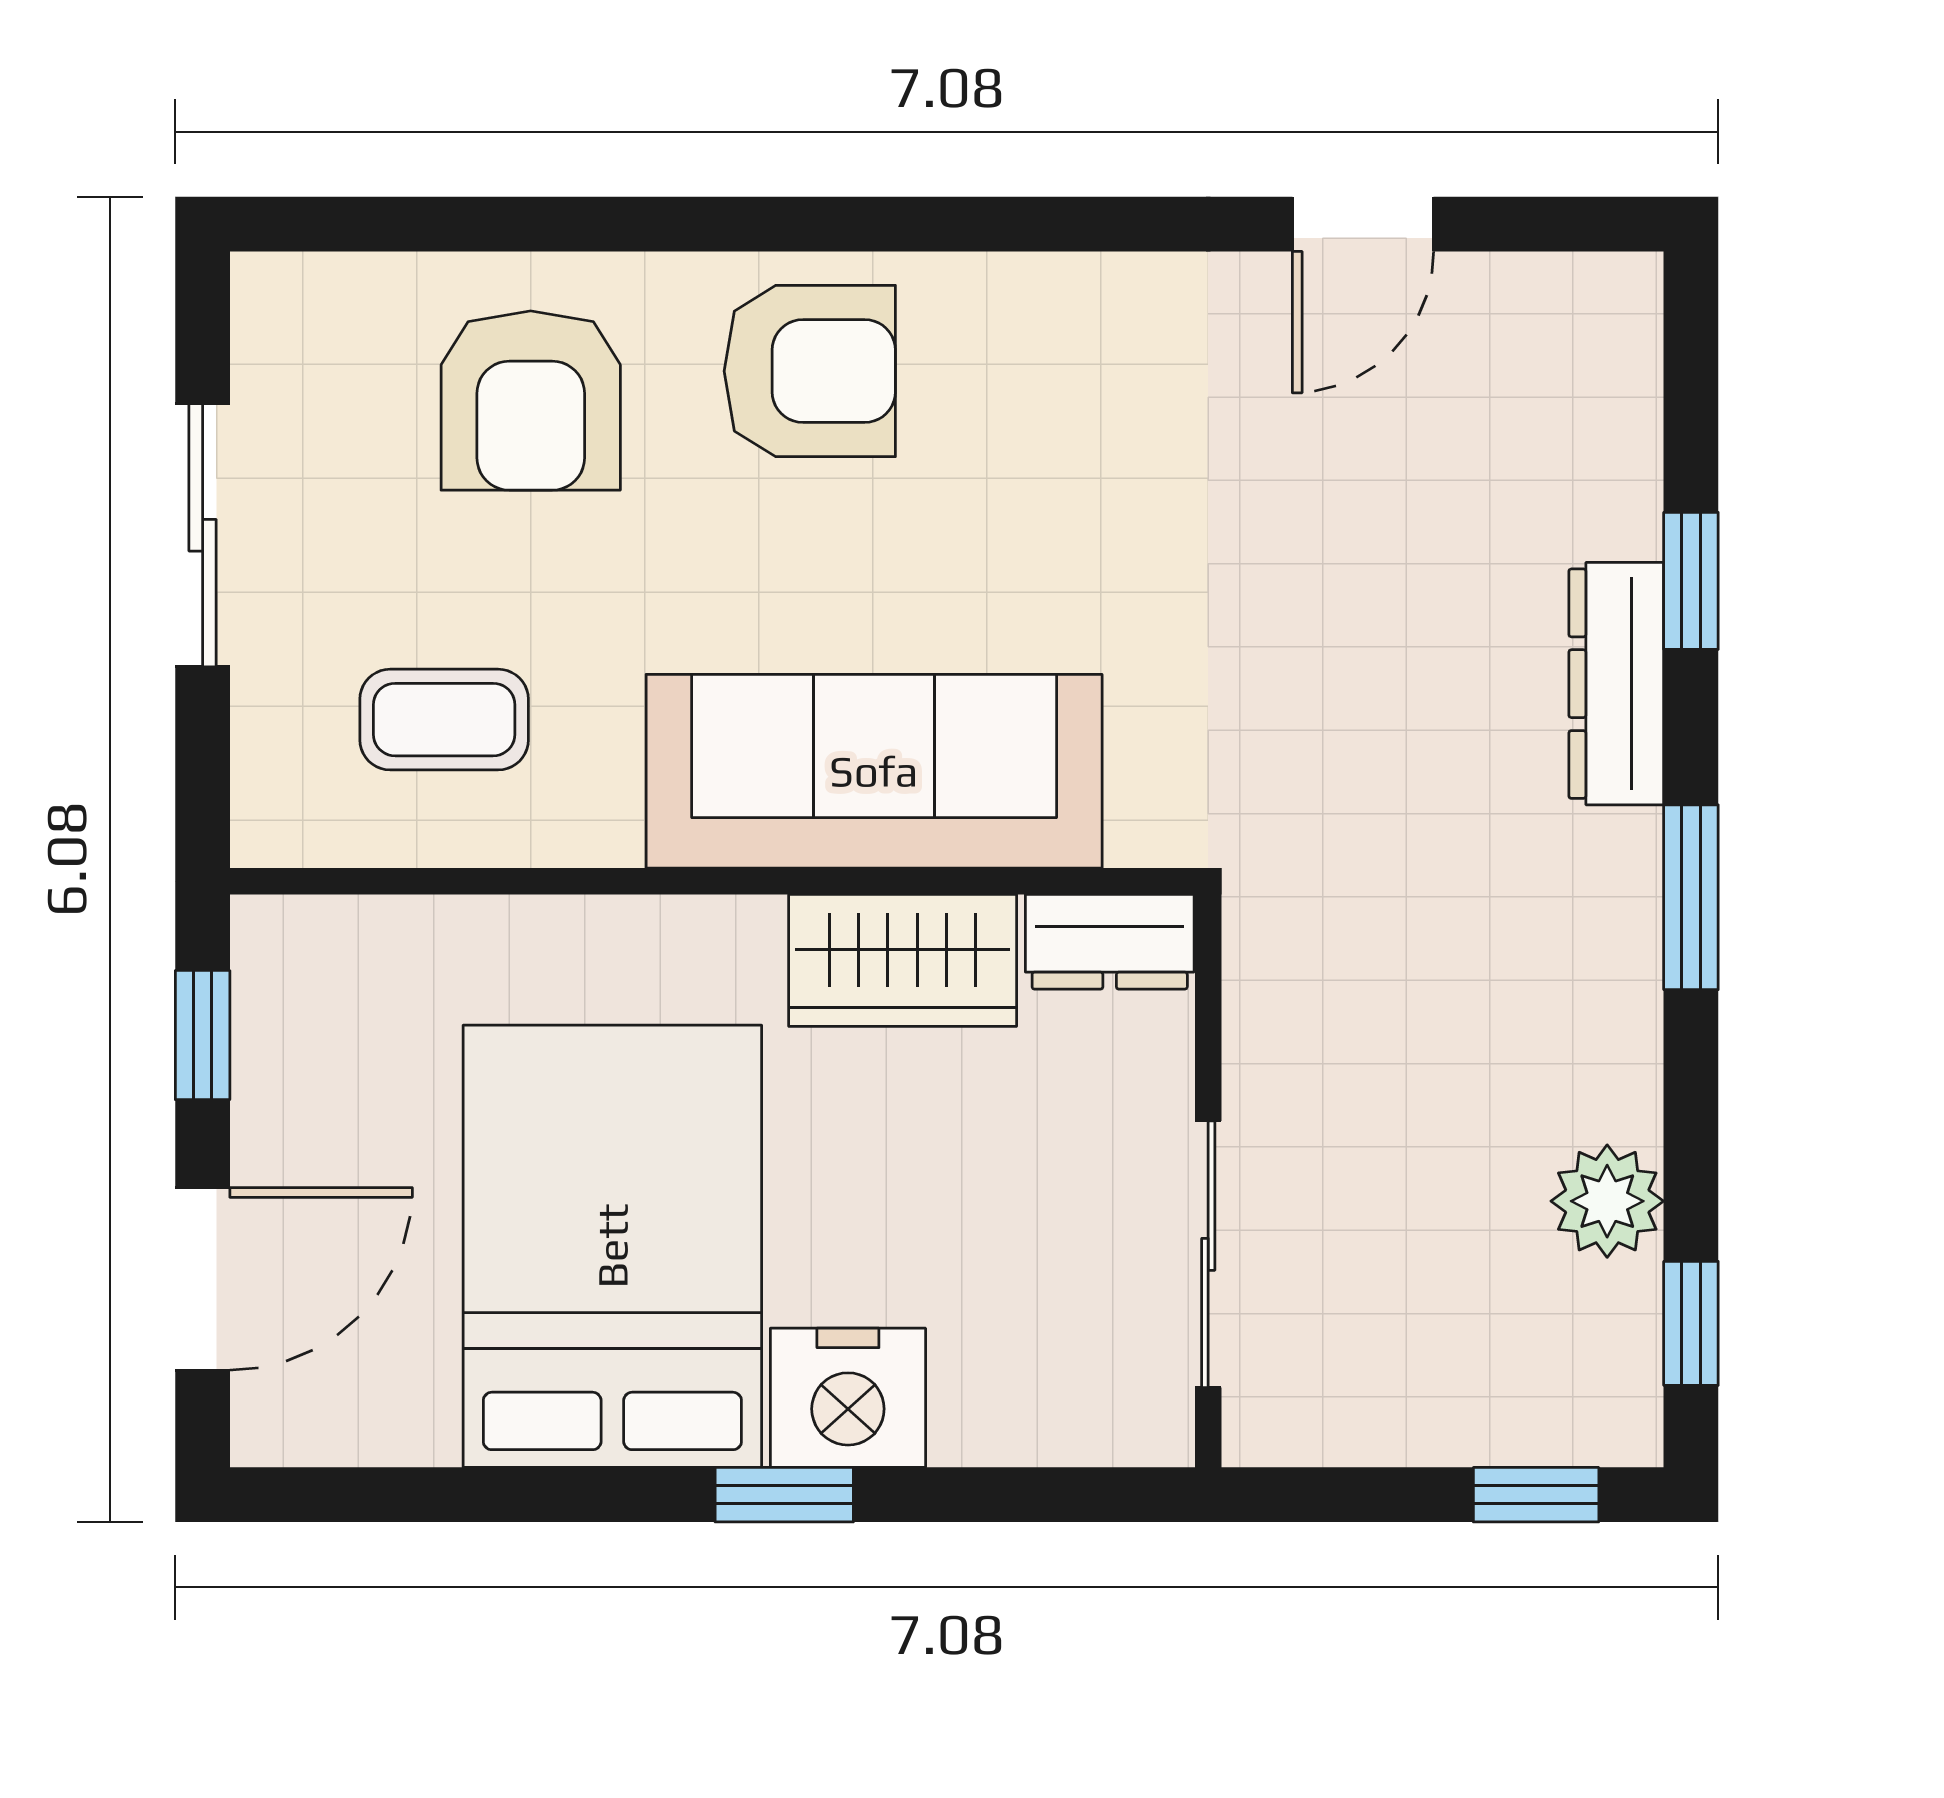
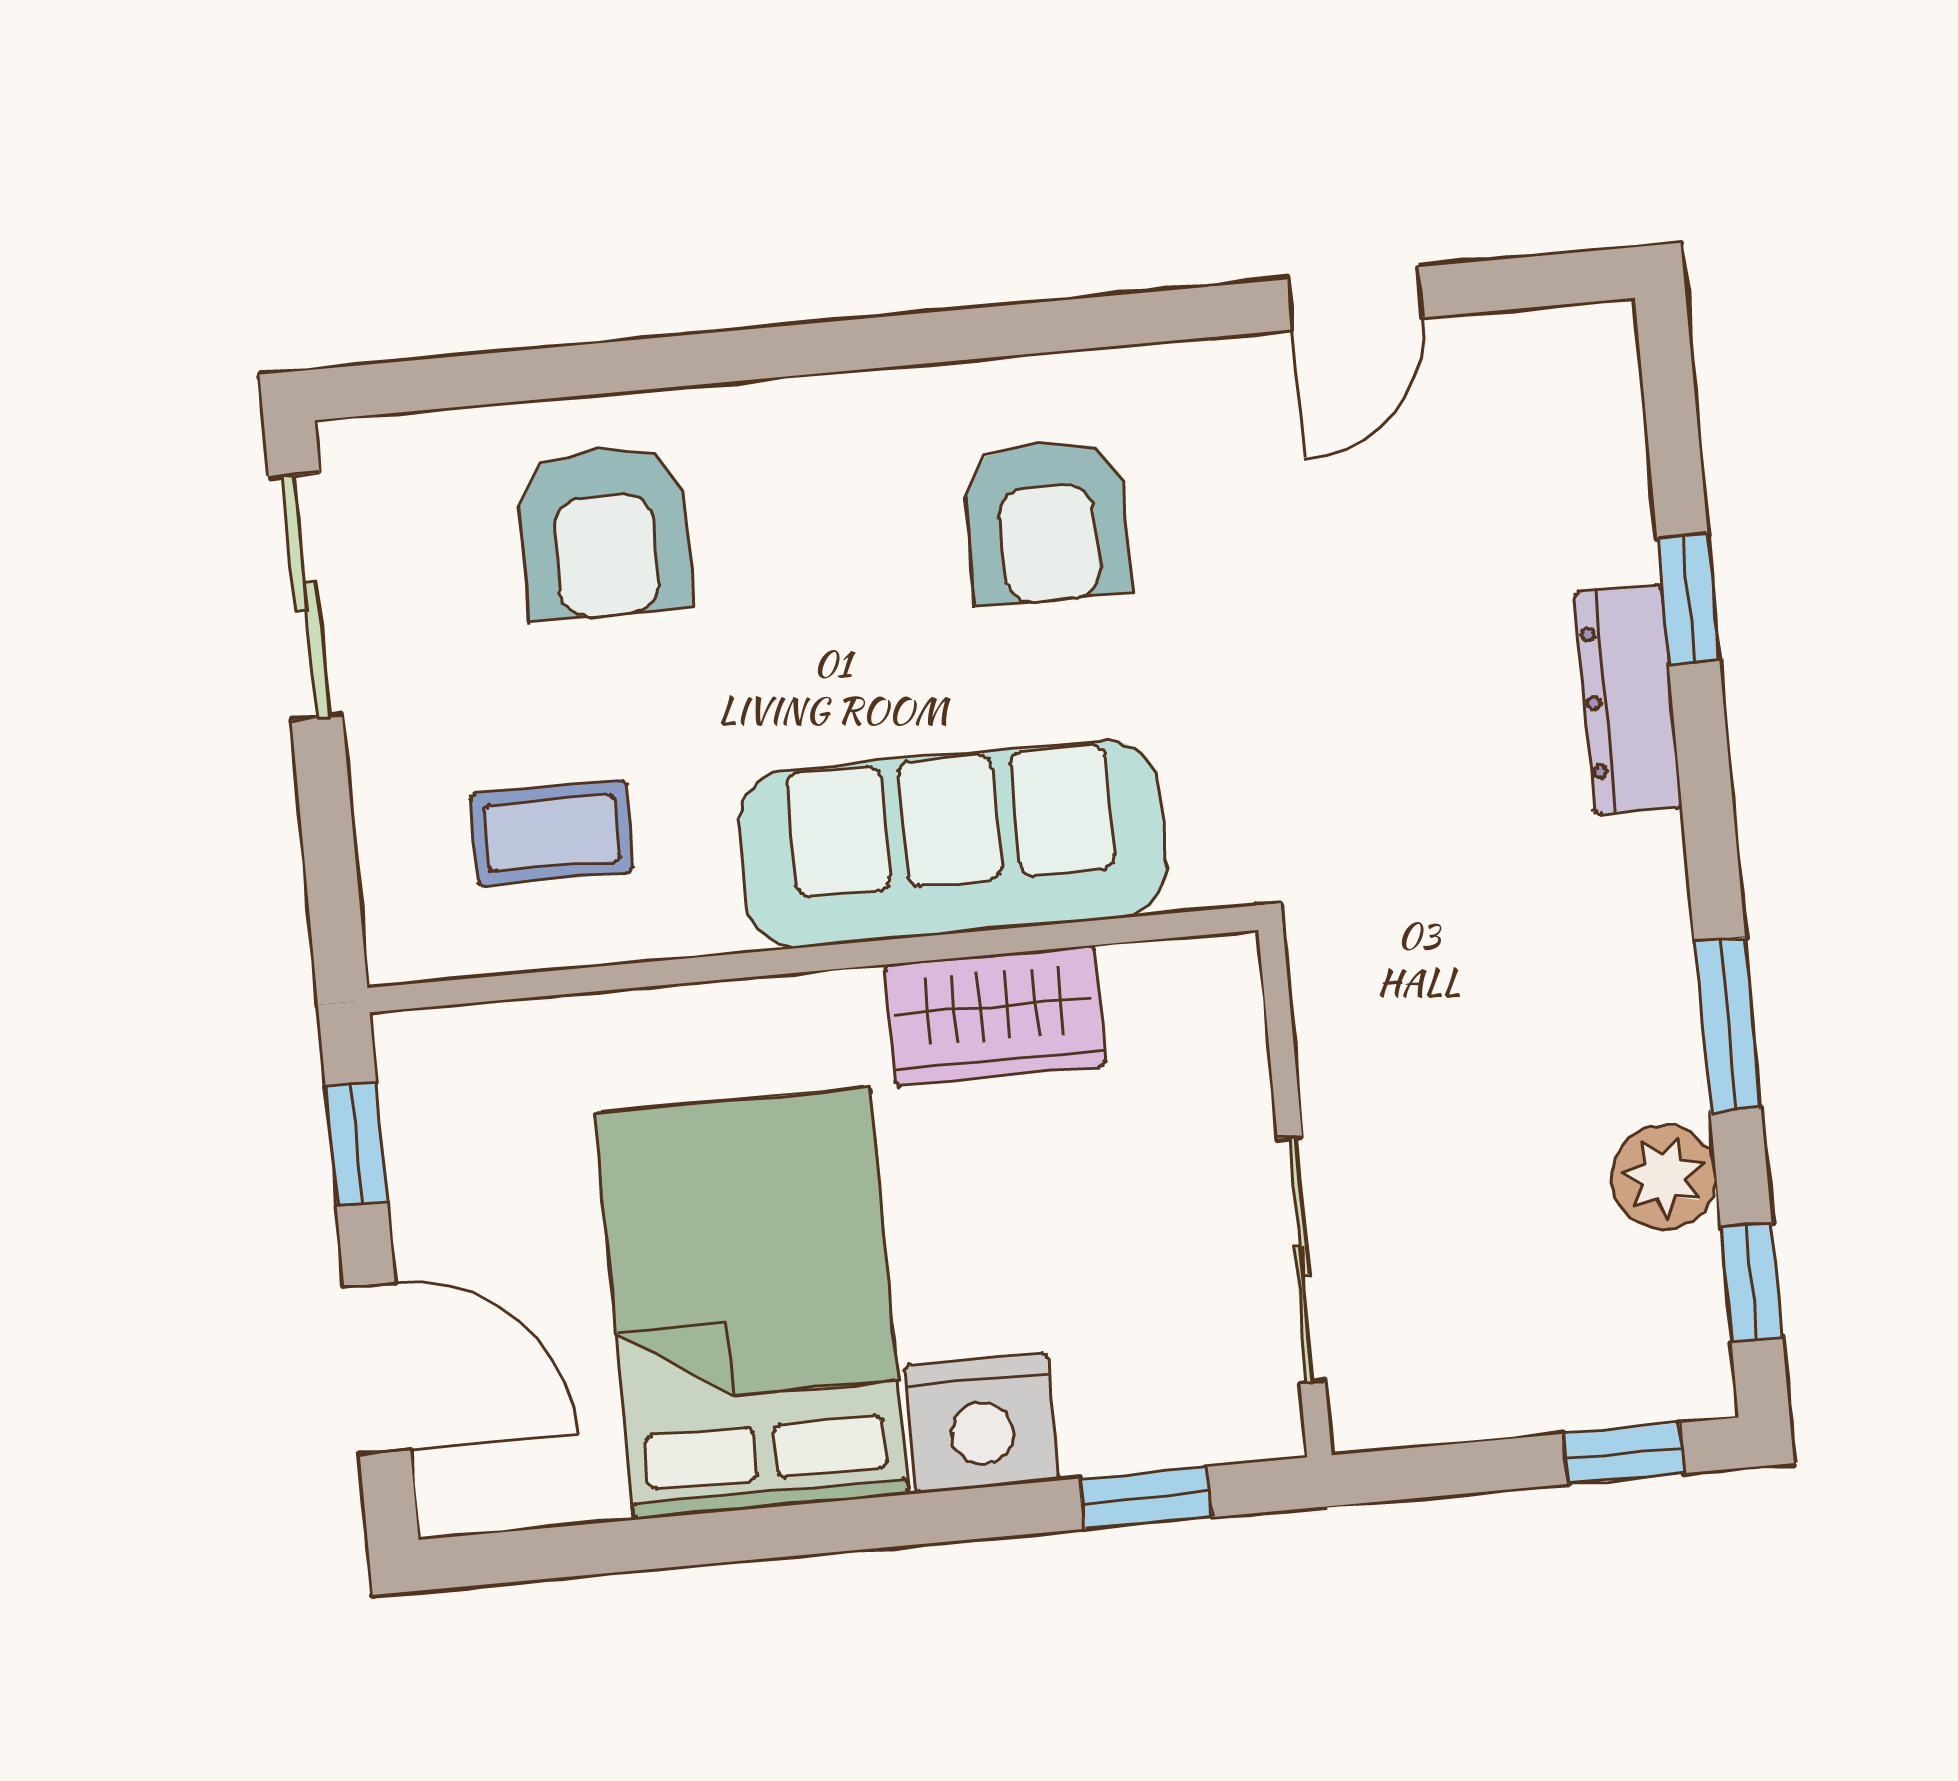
armchair: (810, 371) -> (1047, 521), moved, turned 90
sliding door: (203, 535) -> (306, 596), moved
window: (1691, 897) -> (1728, 1025), moved
dresser: (1110, 942) -> (1184, 981), removed
door: (203, 1279) -> (377, 1369), hinge flipped
window: (784, 1495) -> (1146, 1498), moved

